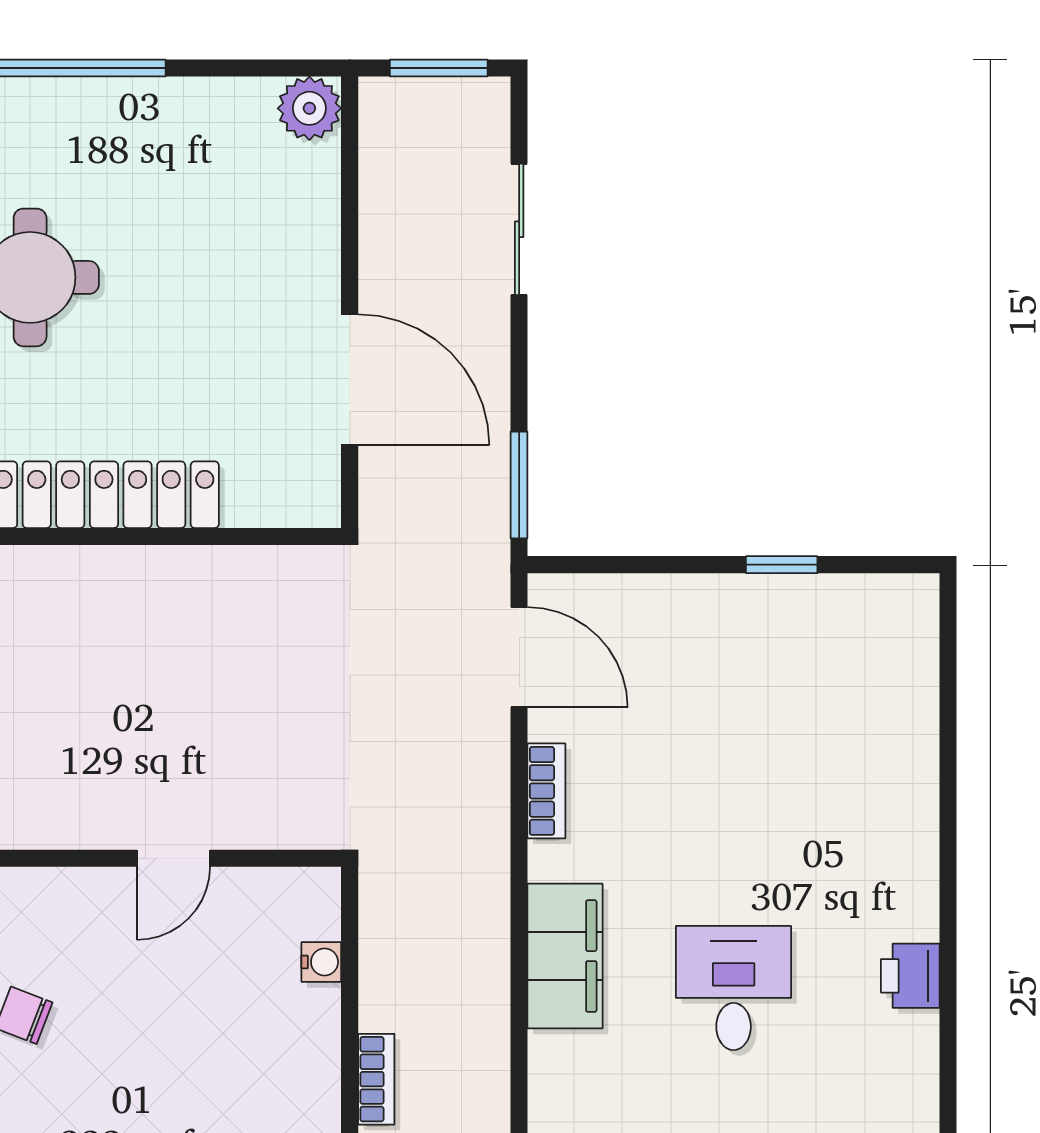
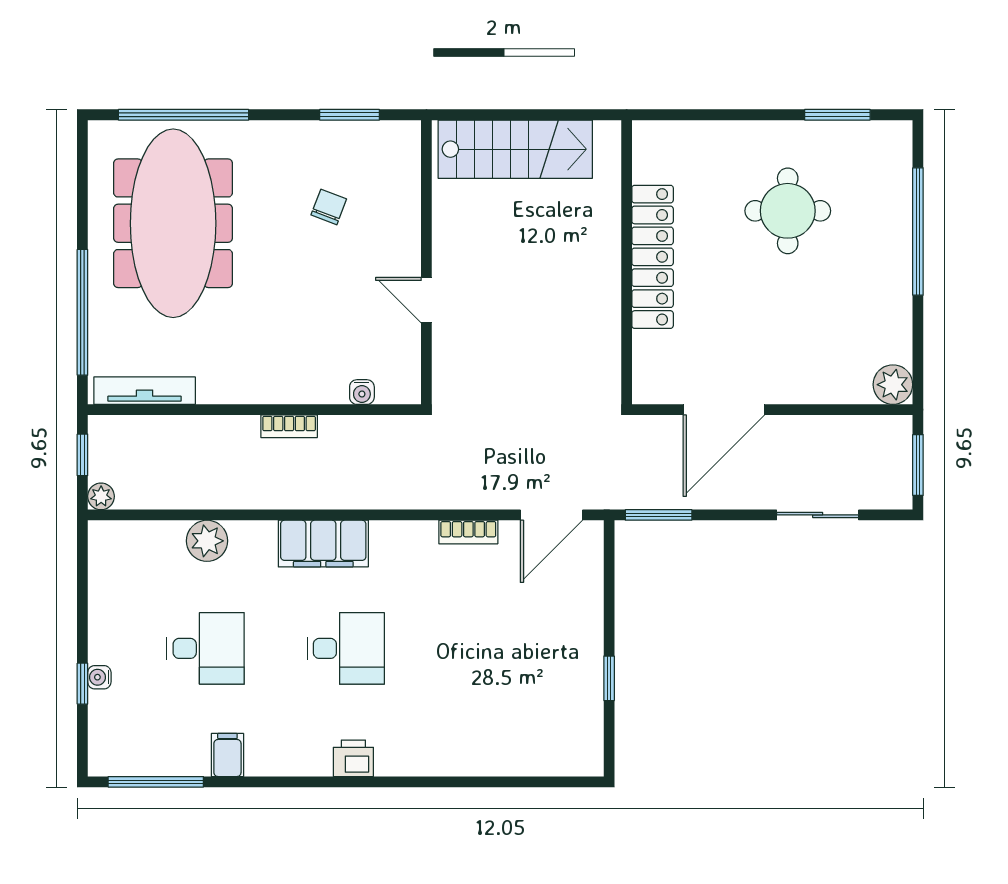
filing cabinet: (565, 956) -> (323, 544), moved

